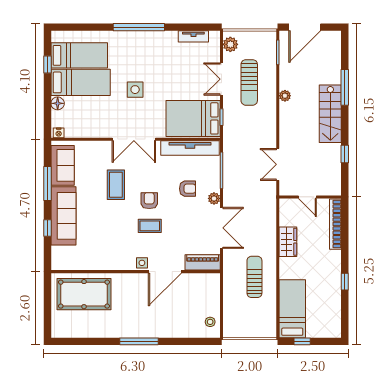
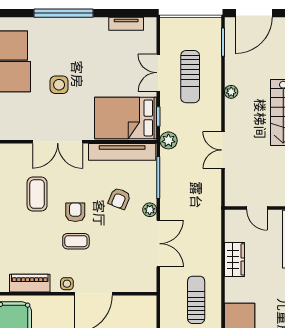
plant: (230, 44) -> (168, 140), moved
double door: (278, 164) -> (223, 150), moved
armchair: (188, 189) -> (119, 198), turned 112
piano: (203, 262) -> (30, 283), moved

